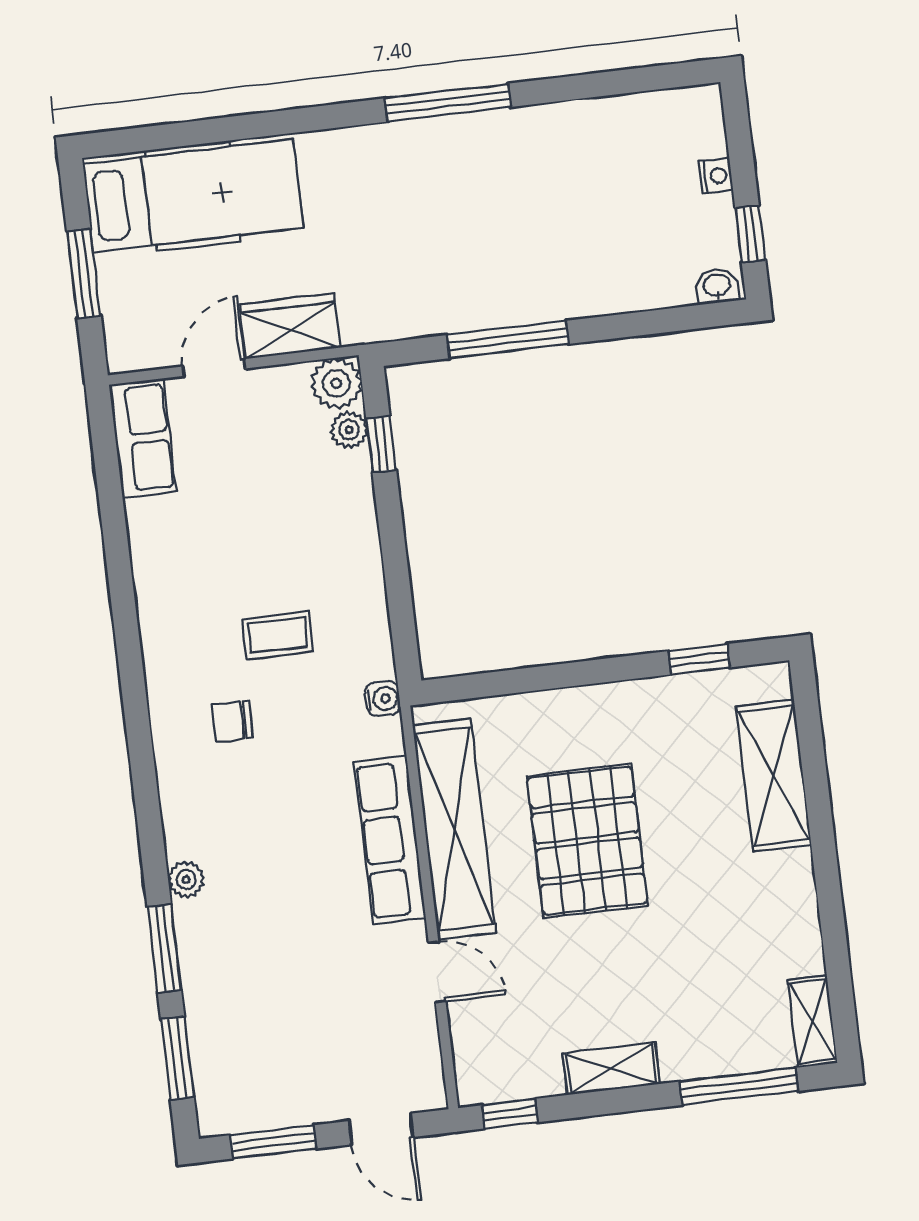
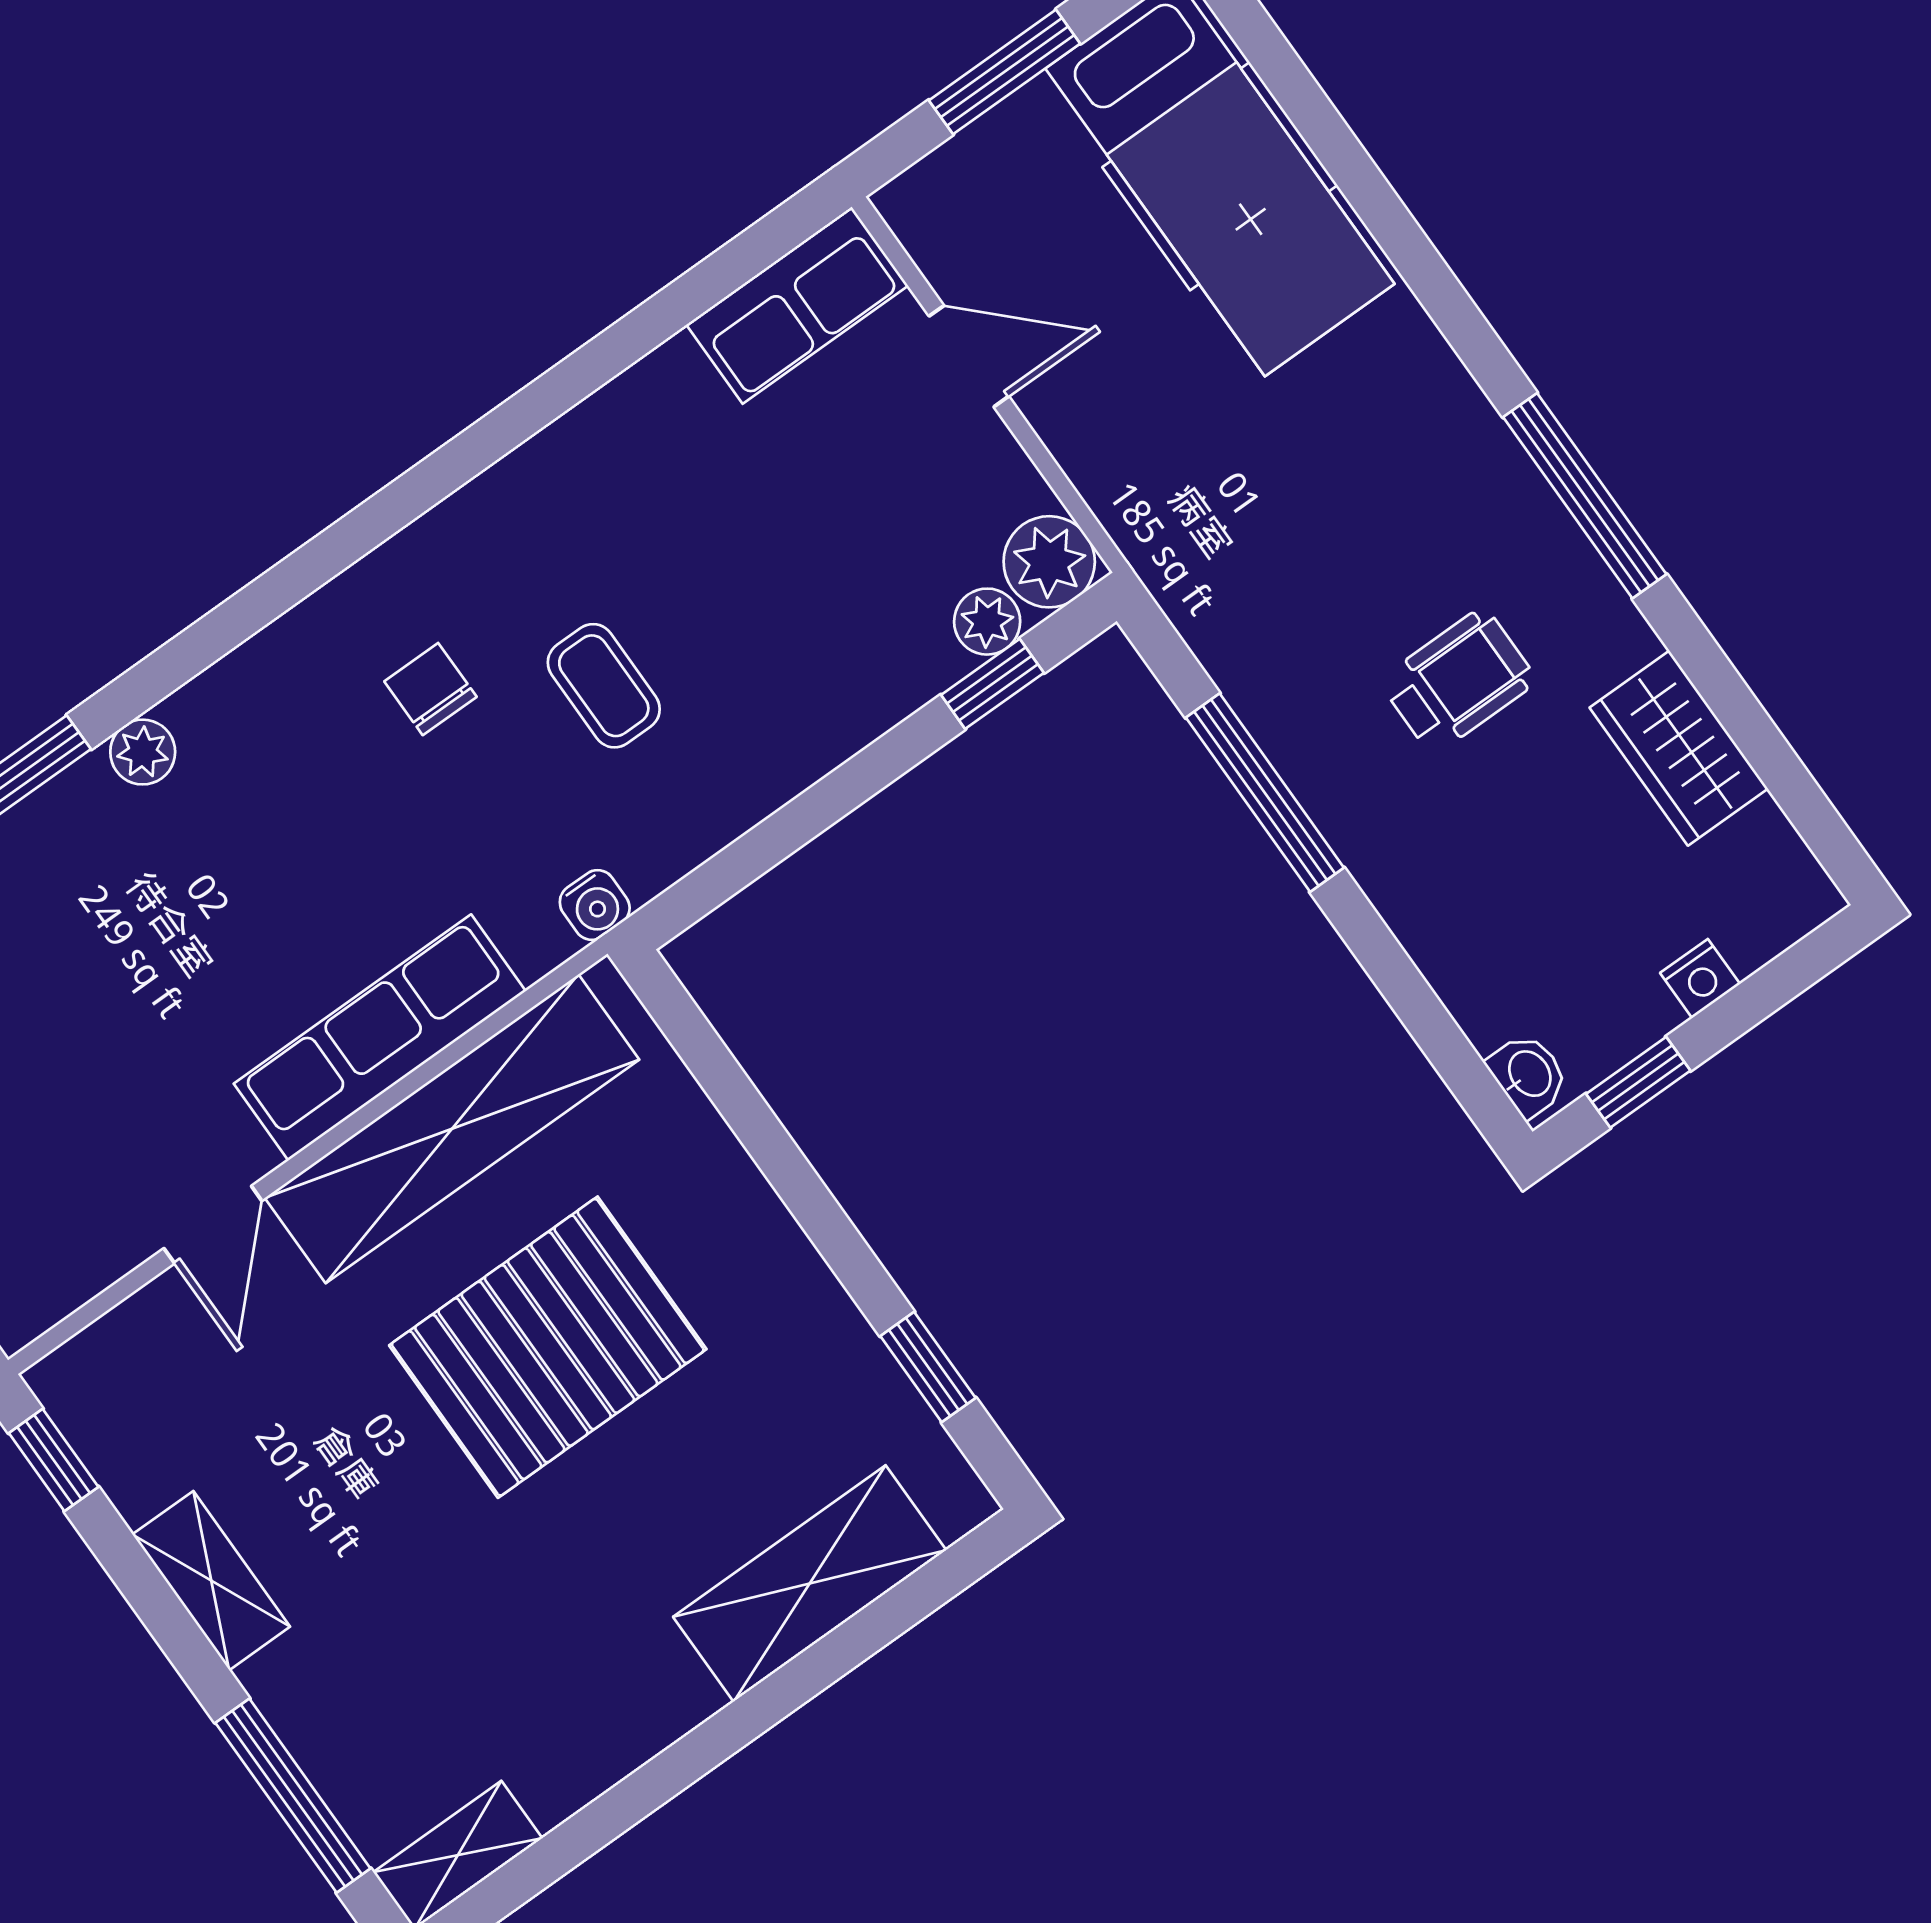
wheelchair: (505, 215) -> (1458, 681), added
wardrobe: (290, 326) -> (1679, 748), moved, turned 180

